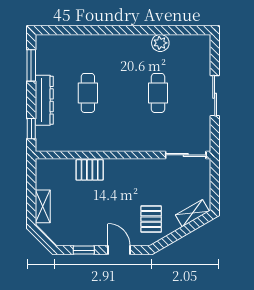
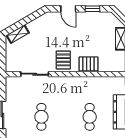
sliding door: (186, 155) -> (35, 74), moved
pallet: (151, 219) -> (63, 60), moved

